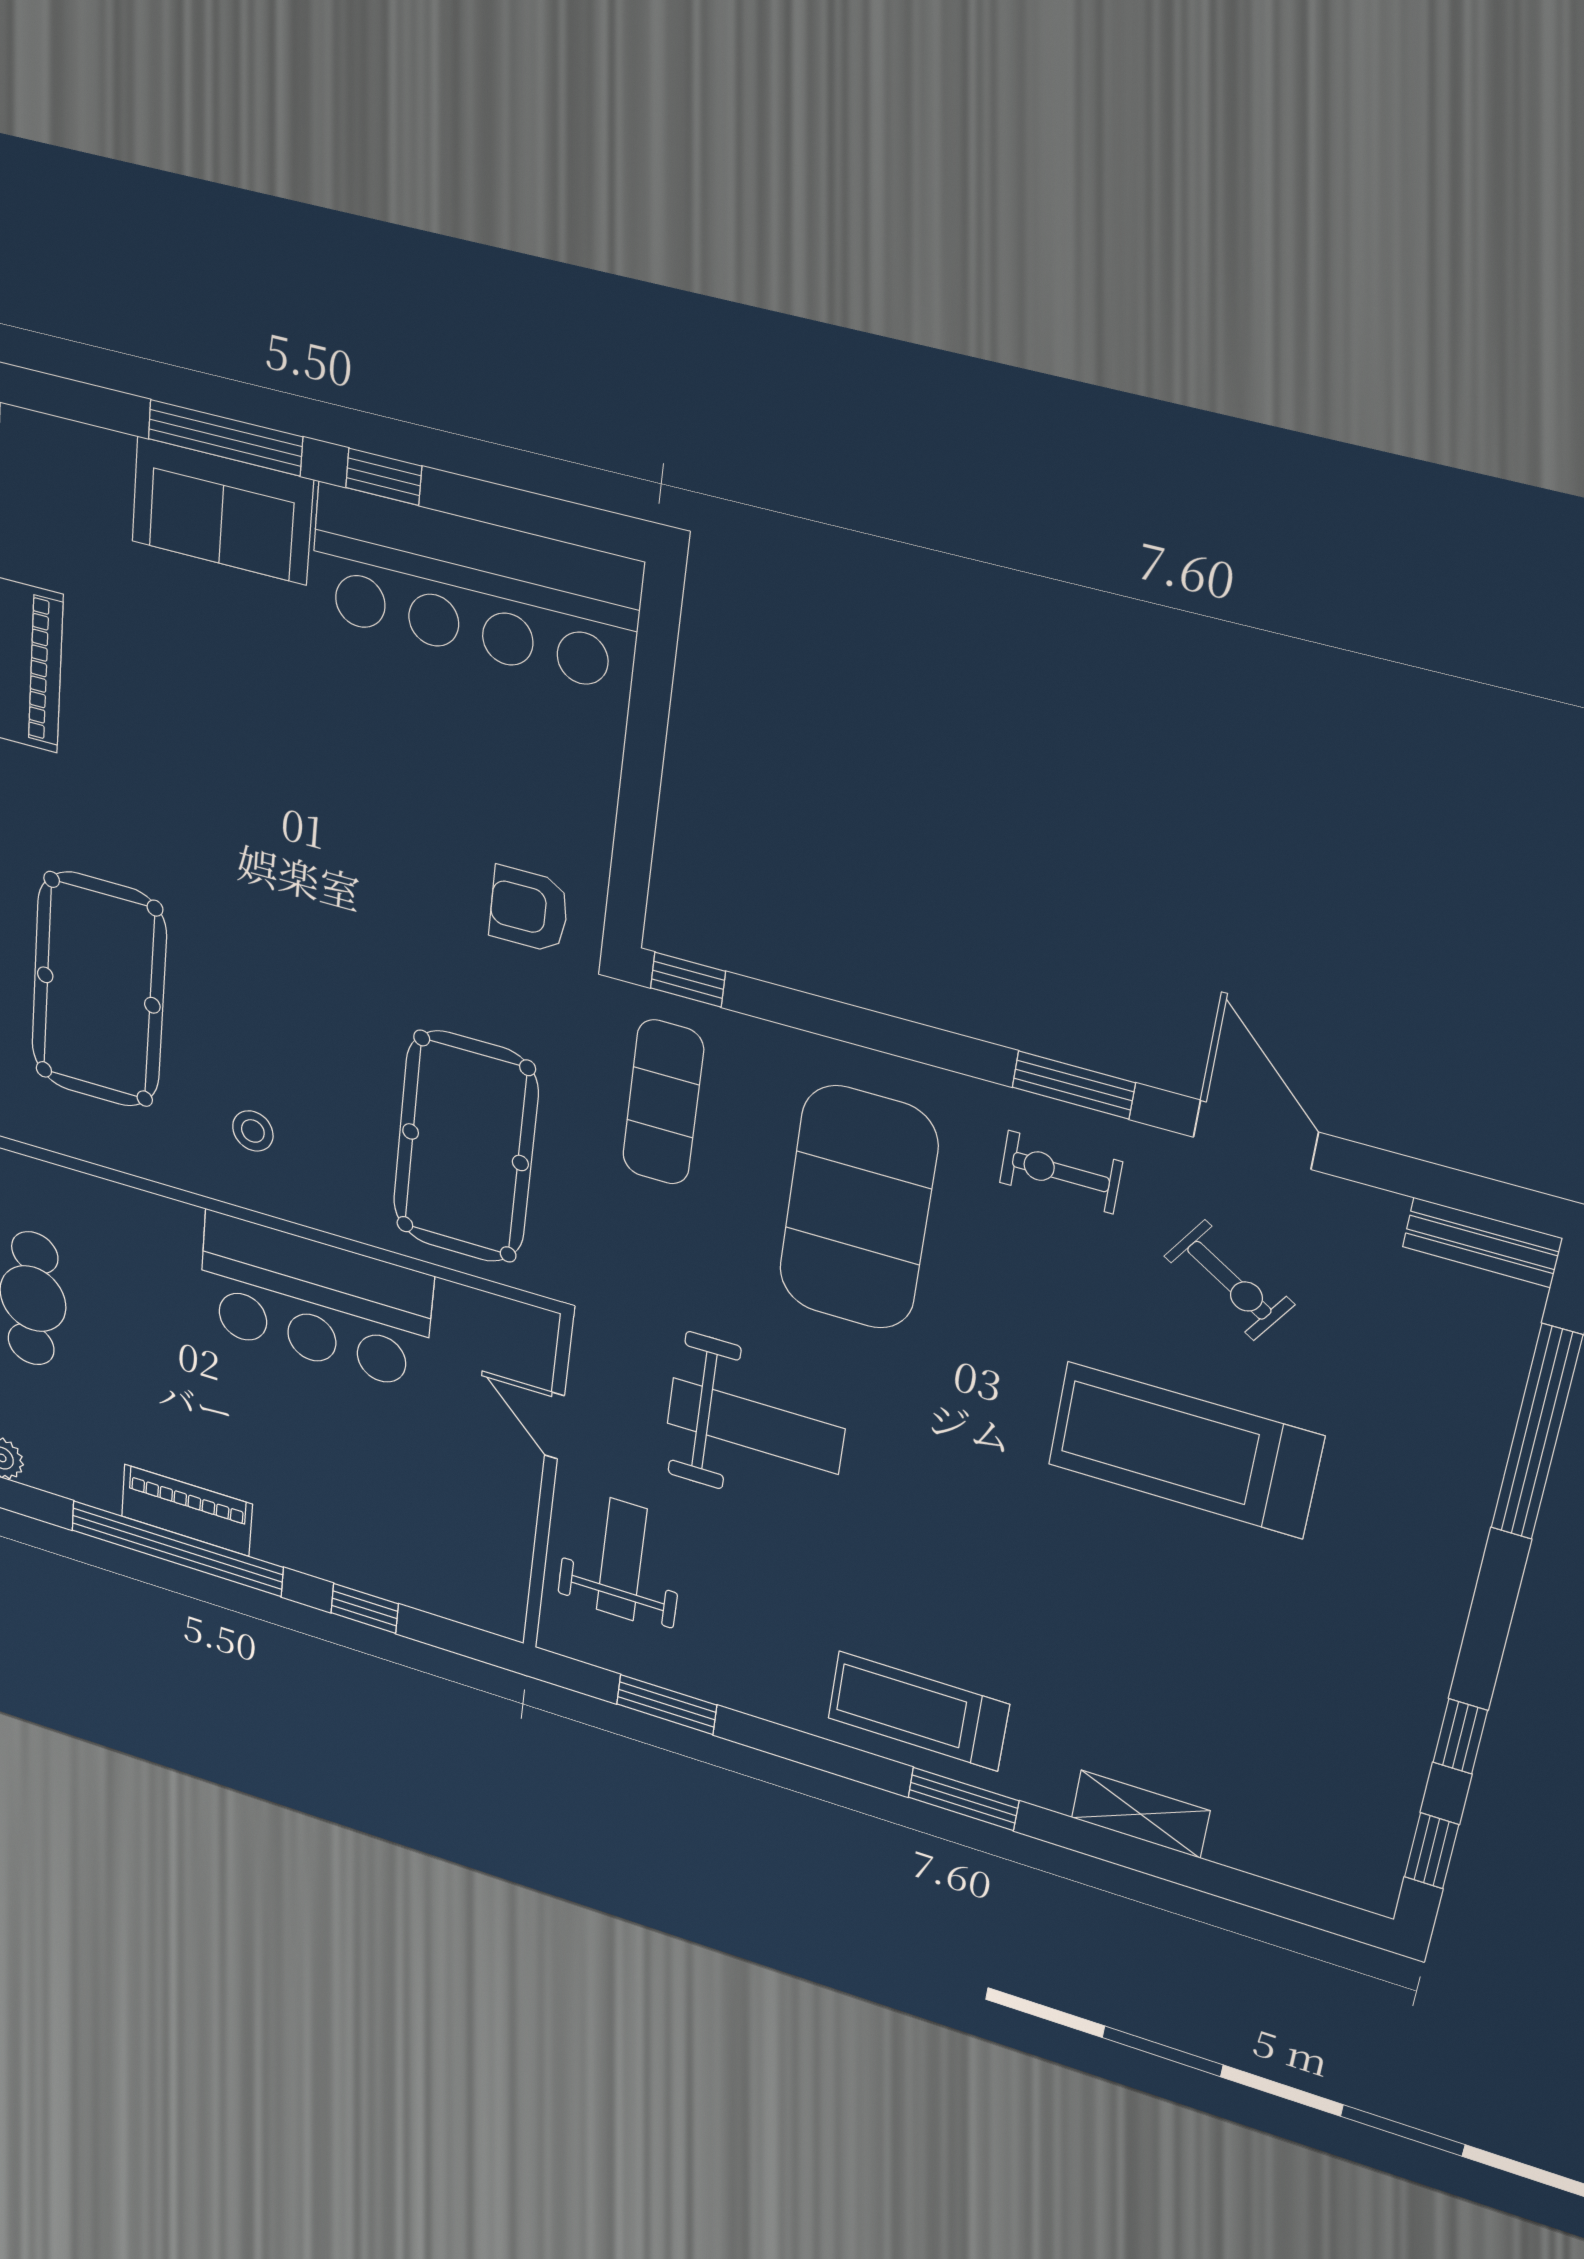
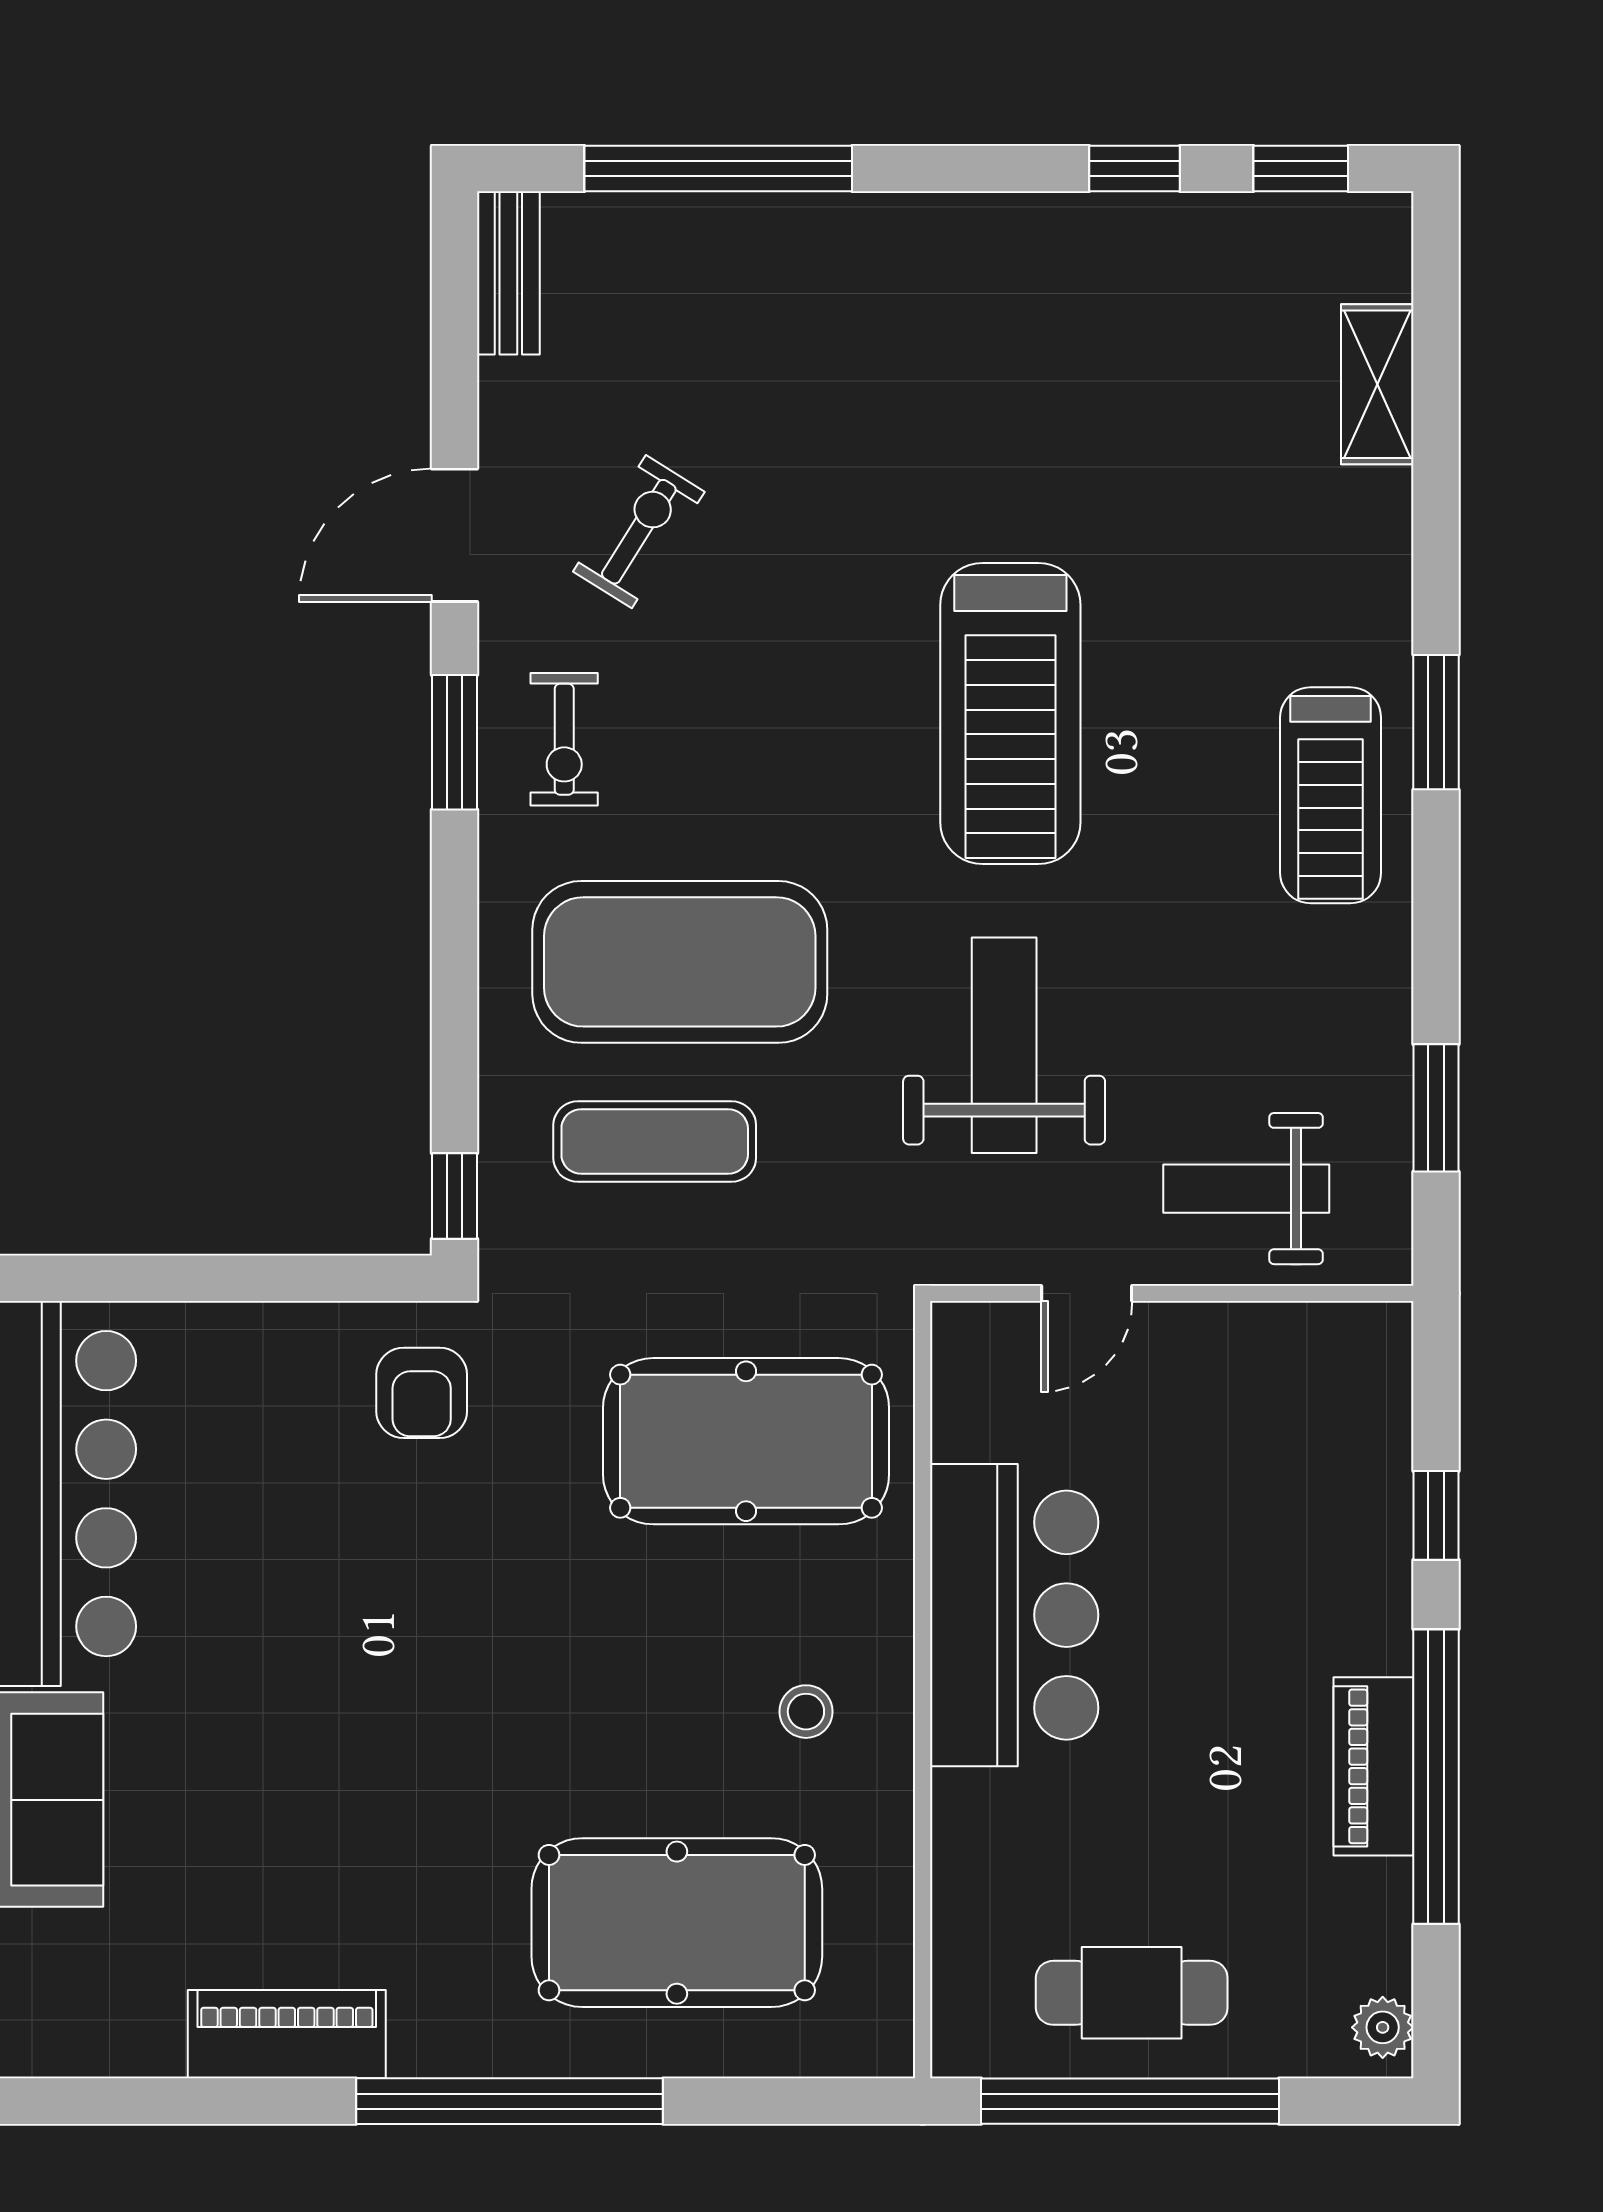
exercise mat: (663, 1102) -> (655, 1142), moved
treadmill: (1185, 1450) -> (1010, 714), moved
shelving: (1141, 1814) -> (1377, 384), moved

